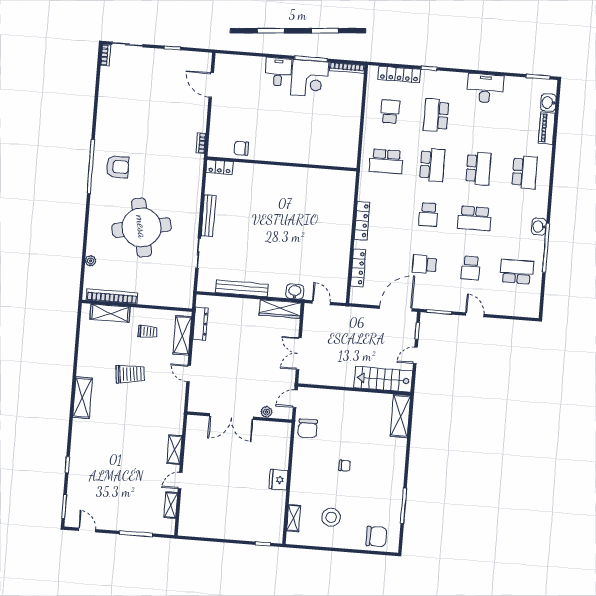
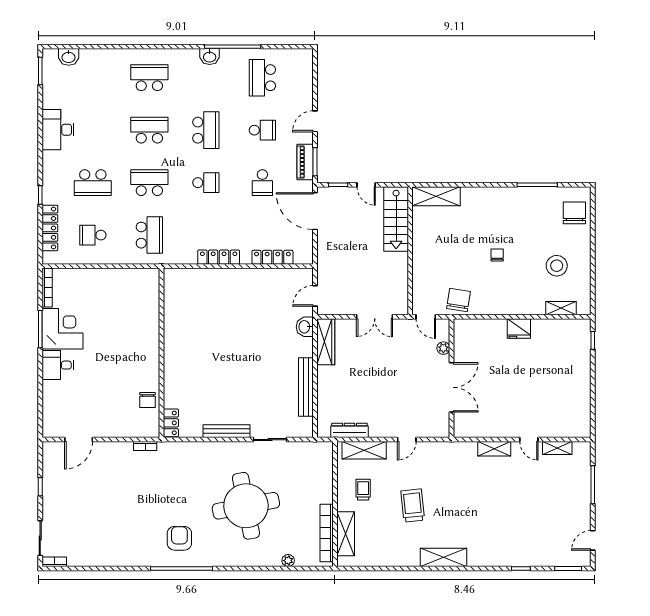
piano: (547, 128) -> (305, 162), moved, turned 90
chair: (308, 429) -> (458, 300), turned -81

